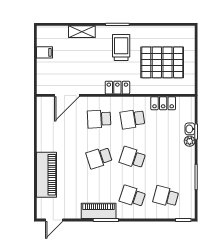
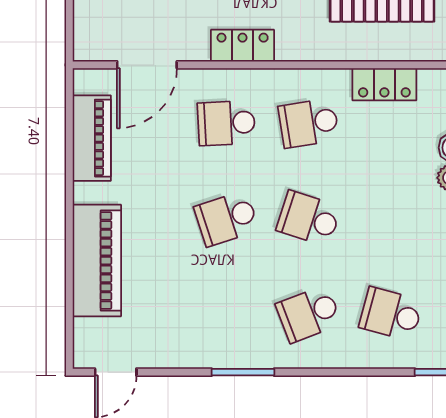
locker: (117, 88) -> (243, 46), moved
school desk: (132, 196) -> (309, 314), turned -39
piano: (99, 211) -> (92, 138), moved, turned 90

